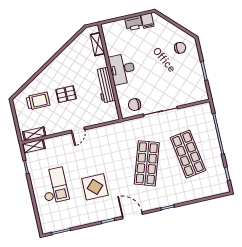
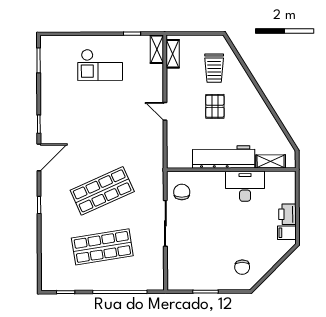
desk: (122, 69) -> (245, 186), moved
workbench: (105, 85) -> (224, 157), width x1.36, depth x1.32
shop shelf: (147, 163) -> (102, 191), turned -42
display table: (95, 187) -> (87, 117), removed

